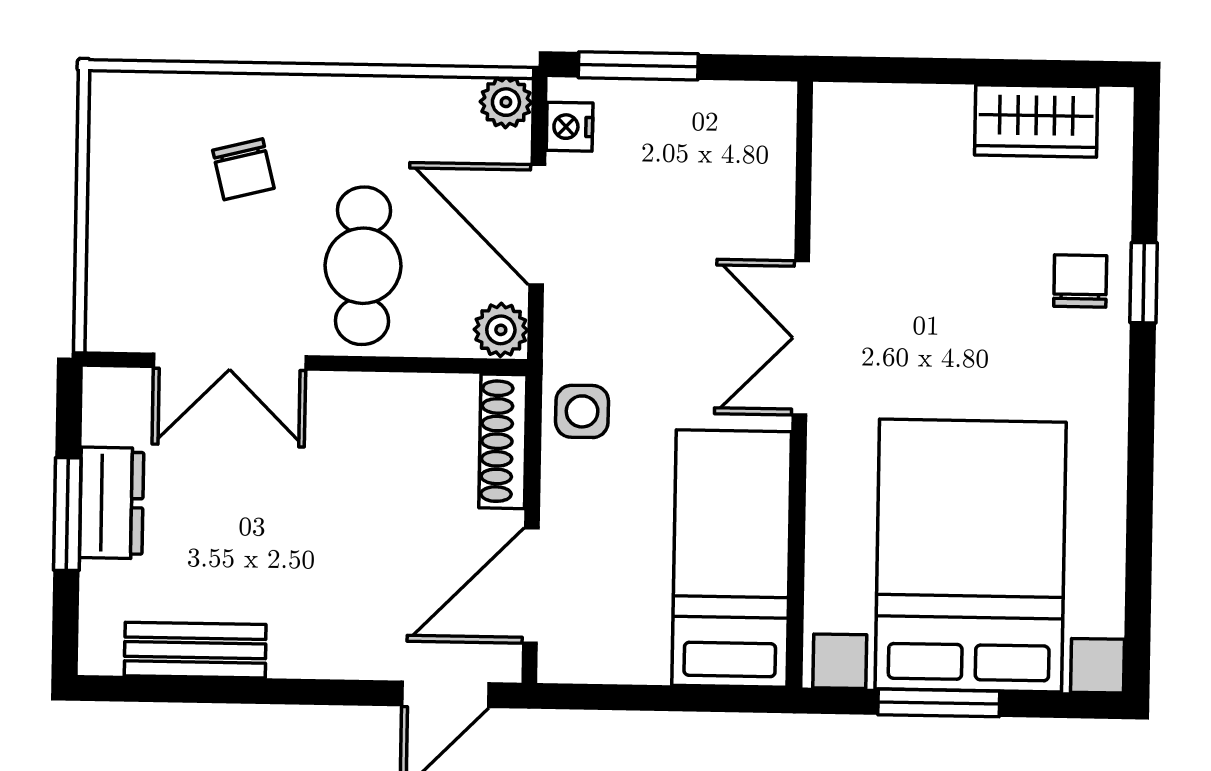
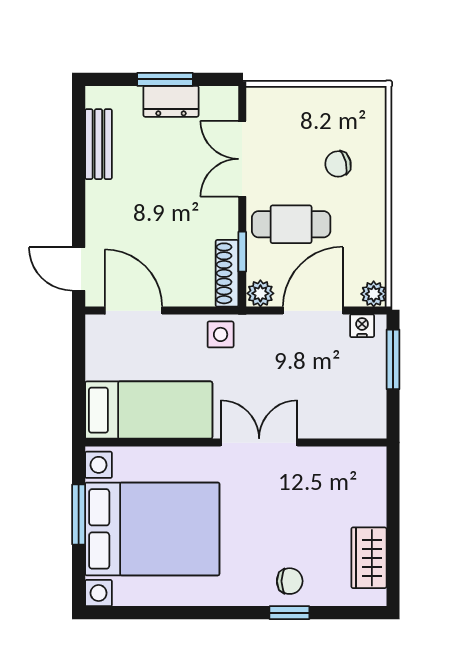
window: (416, 365) -> (242, 252), added
shoe rack: (503, 441) -> (227, 273), moved, turned -90

